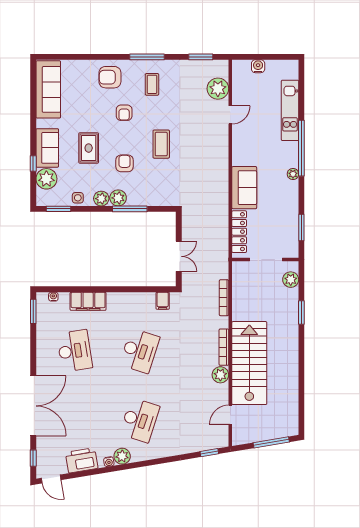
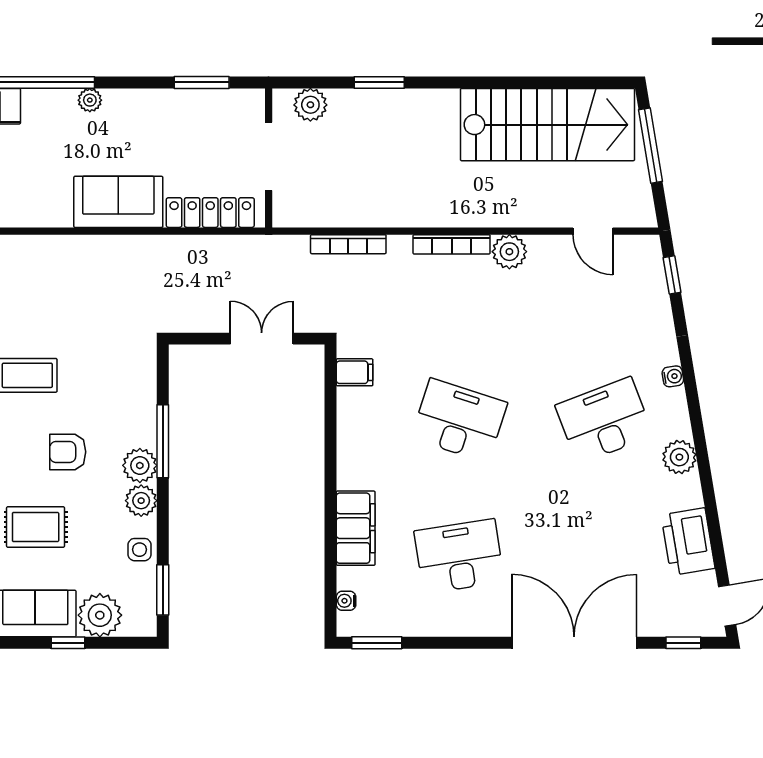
stairs: (249, 363) -> (547, 125), moved, turned 180
desk: (140, 420) -> (604, 420), turned -39
water cooler: (109, 462) -> (673, 376), moved

